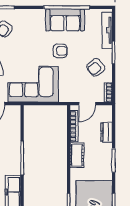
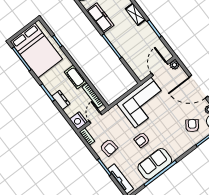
armchair: (96, 67) -> (109, 147), turned 122
nightstand: (105, 113) -> (78, 121), added
dresser: (106, 132) -> (61, 100), moved

